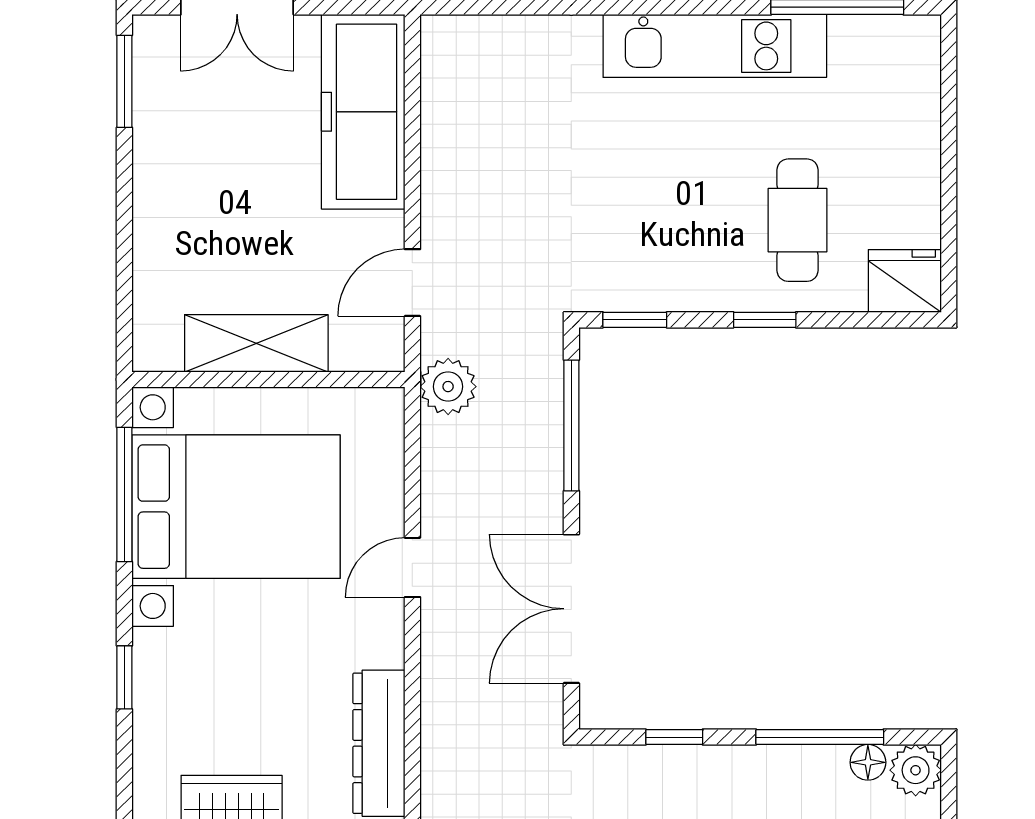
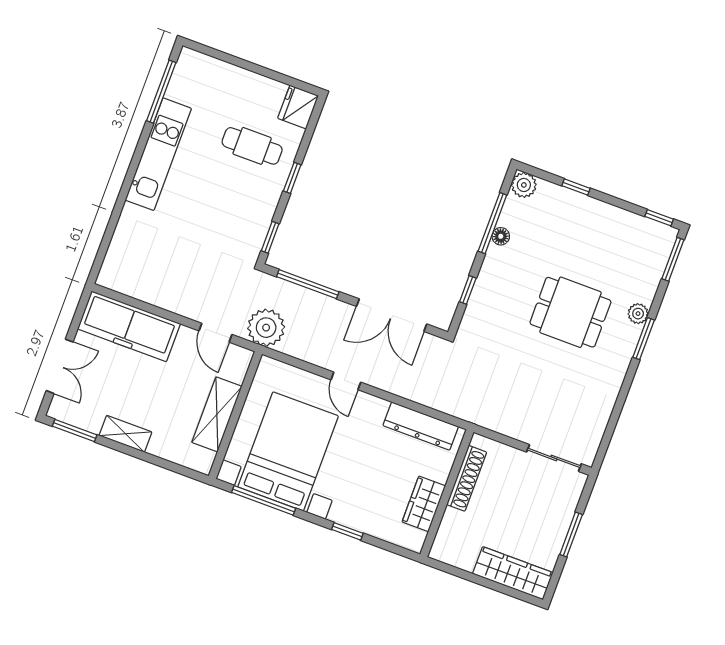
shelving: (154, 182) -> (125, 434), added
plant: (448, 387) -> (266, 328), width x1.36, depth x1.36
floor lamp: (868, 762) -> (501, 236), moved

